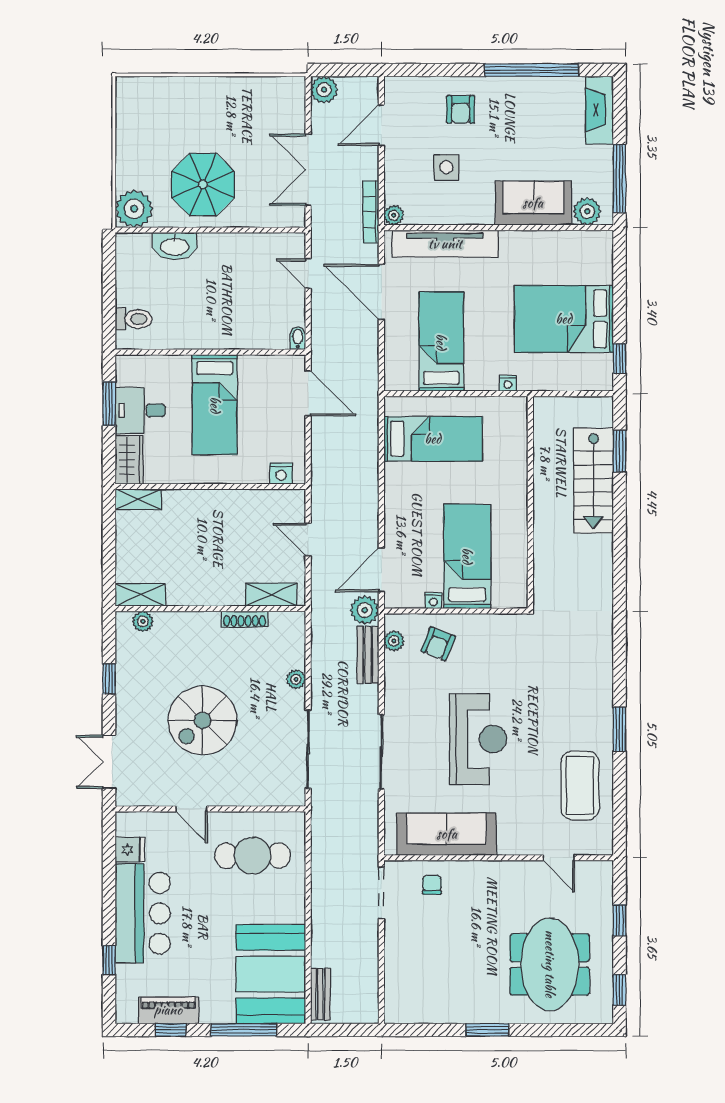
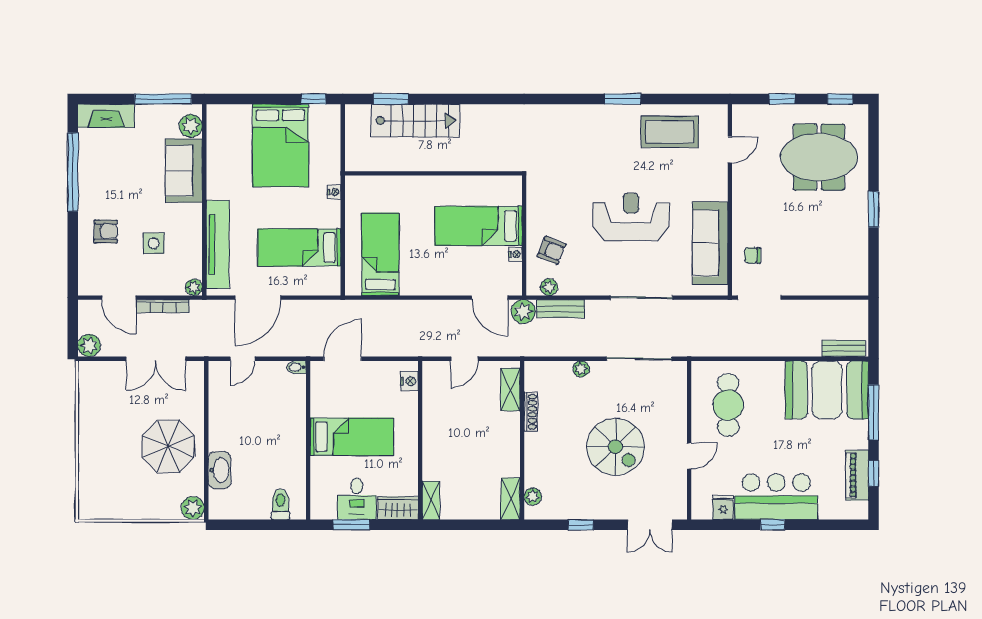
plant: (134, 209) -> (193, 508), width x0.73, depth x0.73
bookcase: (371, 212) -> (163, 306), moved
window: (109, 960) -> (773, 525), moved

